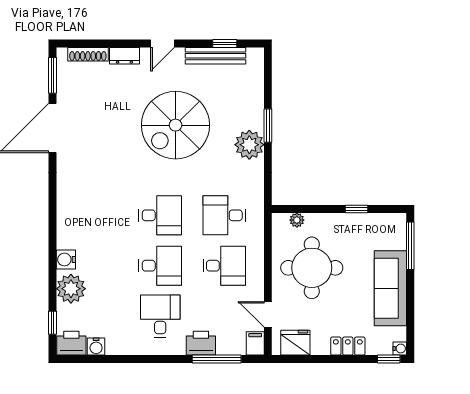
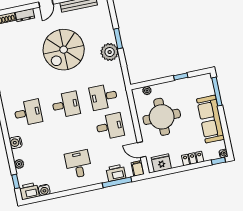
desk: (160, 266) -> (28, 113), moved
plant: (71, 289) -> (19, 164), width x0.53, depth x0.53
printer: (201, 343) -> (116, 173), moved

